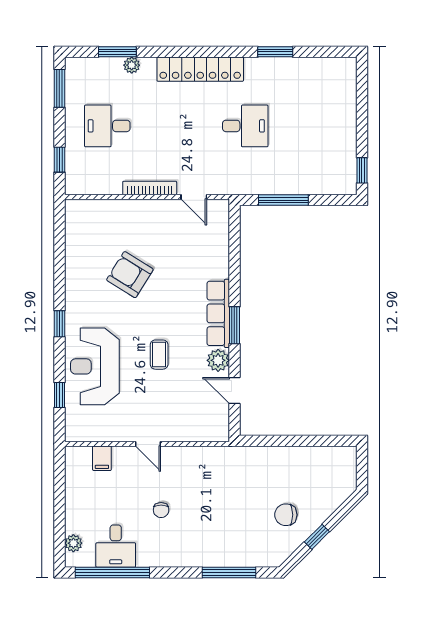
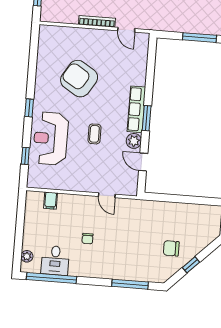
window: (283, 200) -> (200, 38), moved
armchair: (130, 275) -> (79, 79), width x1.36, depth x1.36
door: (148, 444) -> (107, 195), moved

